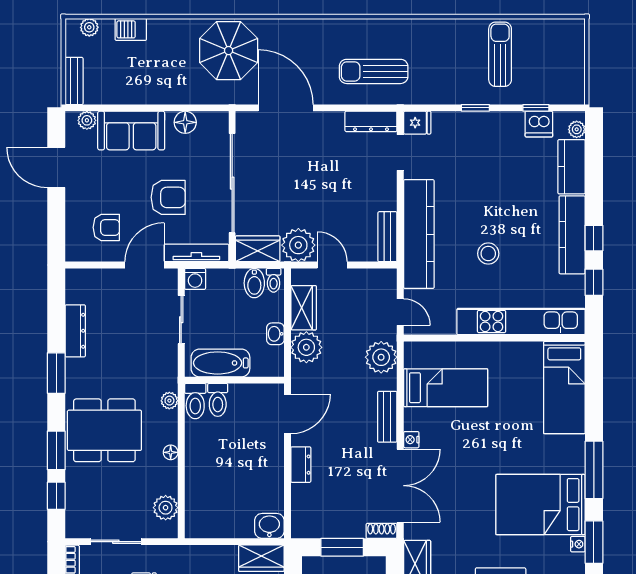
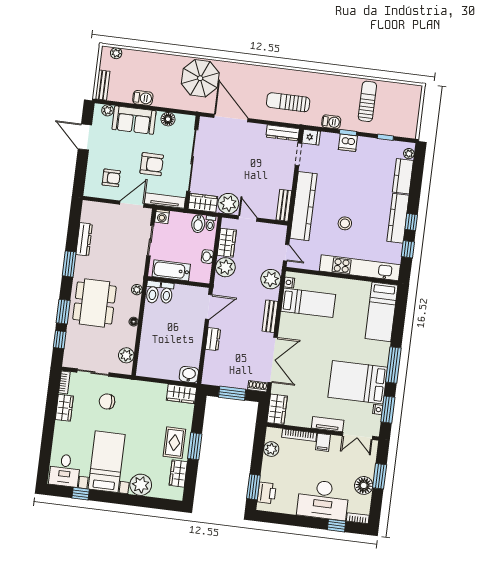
barbecue: (131, 29) -> (143, 98), moved, turned 180
barbecue: (446, 94) -> (331, 122), added
dishwasher: (539, 124) -> (348, 143), moved
dining table: (104, 430) -> (94, 303), turned 90
nightstand: (411, 440) -> (289, 282), moved

